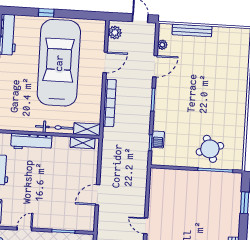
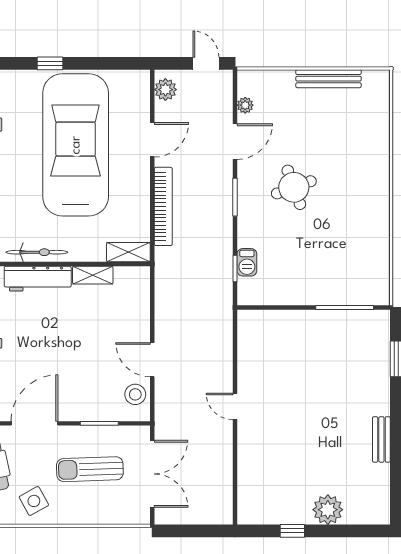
bench: (192, 30) -> (328, 79), moved
bicycle: (54, 127) -> (37, 252), moved
shelving: (83, 143) -> (93, 275), moved
round table: (210, 149) -> (294, 187), moved
door: (98, 195) -> (152, 360), hinge flipped
stool: (86, 215) -> (135, 394), added
door: (24, 229) -> (34, 423), width x1.88

